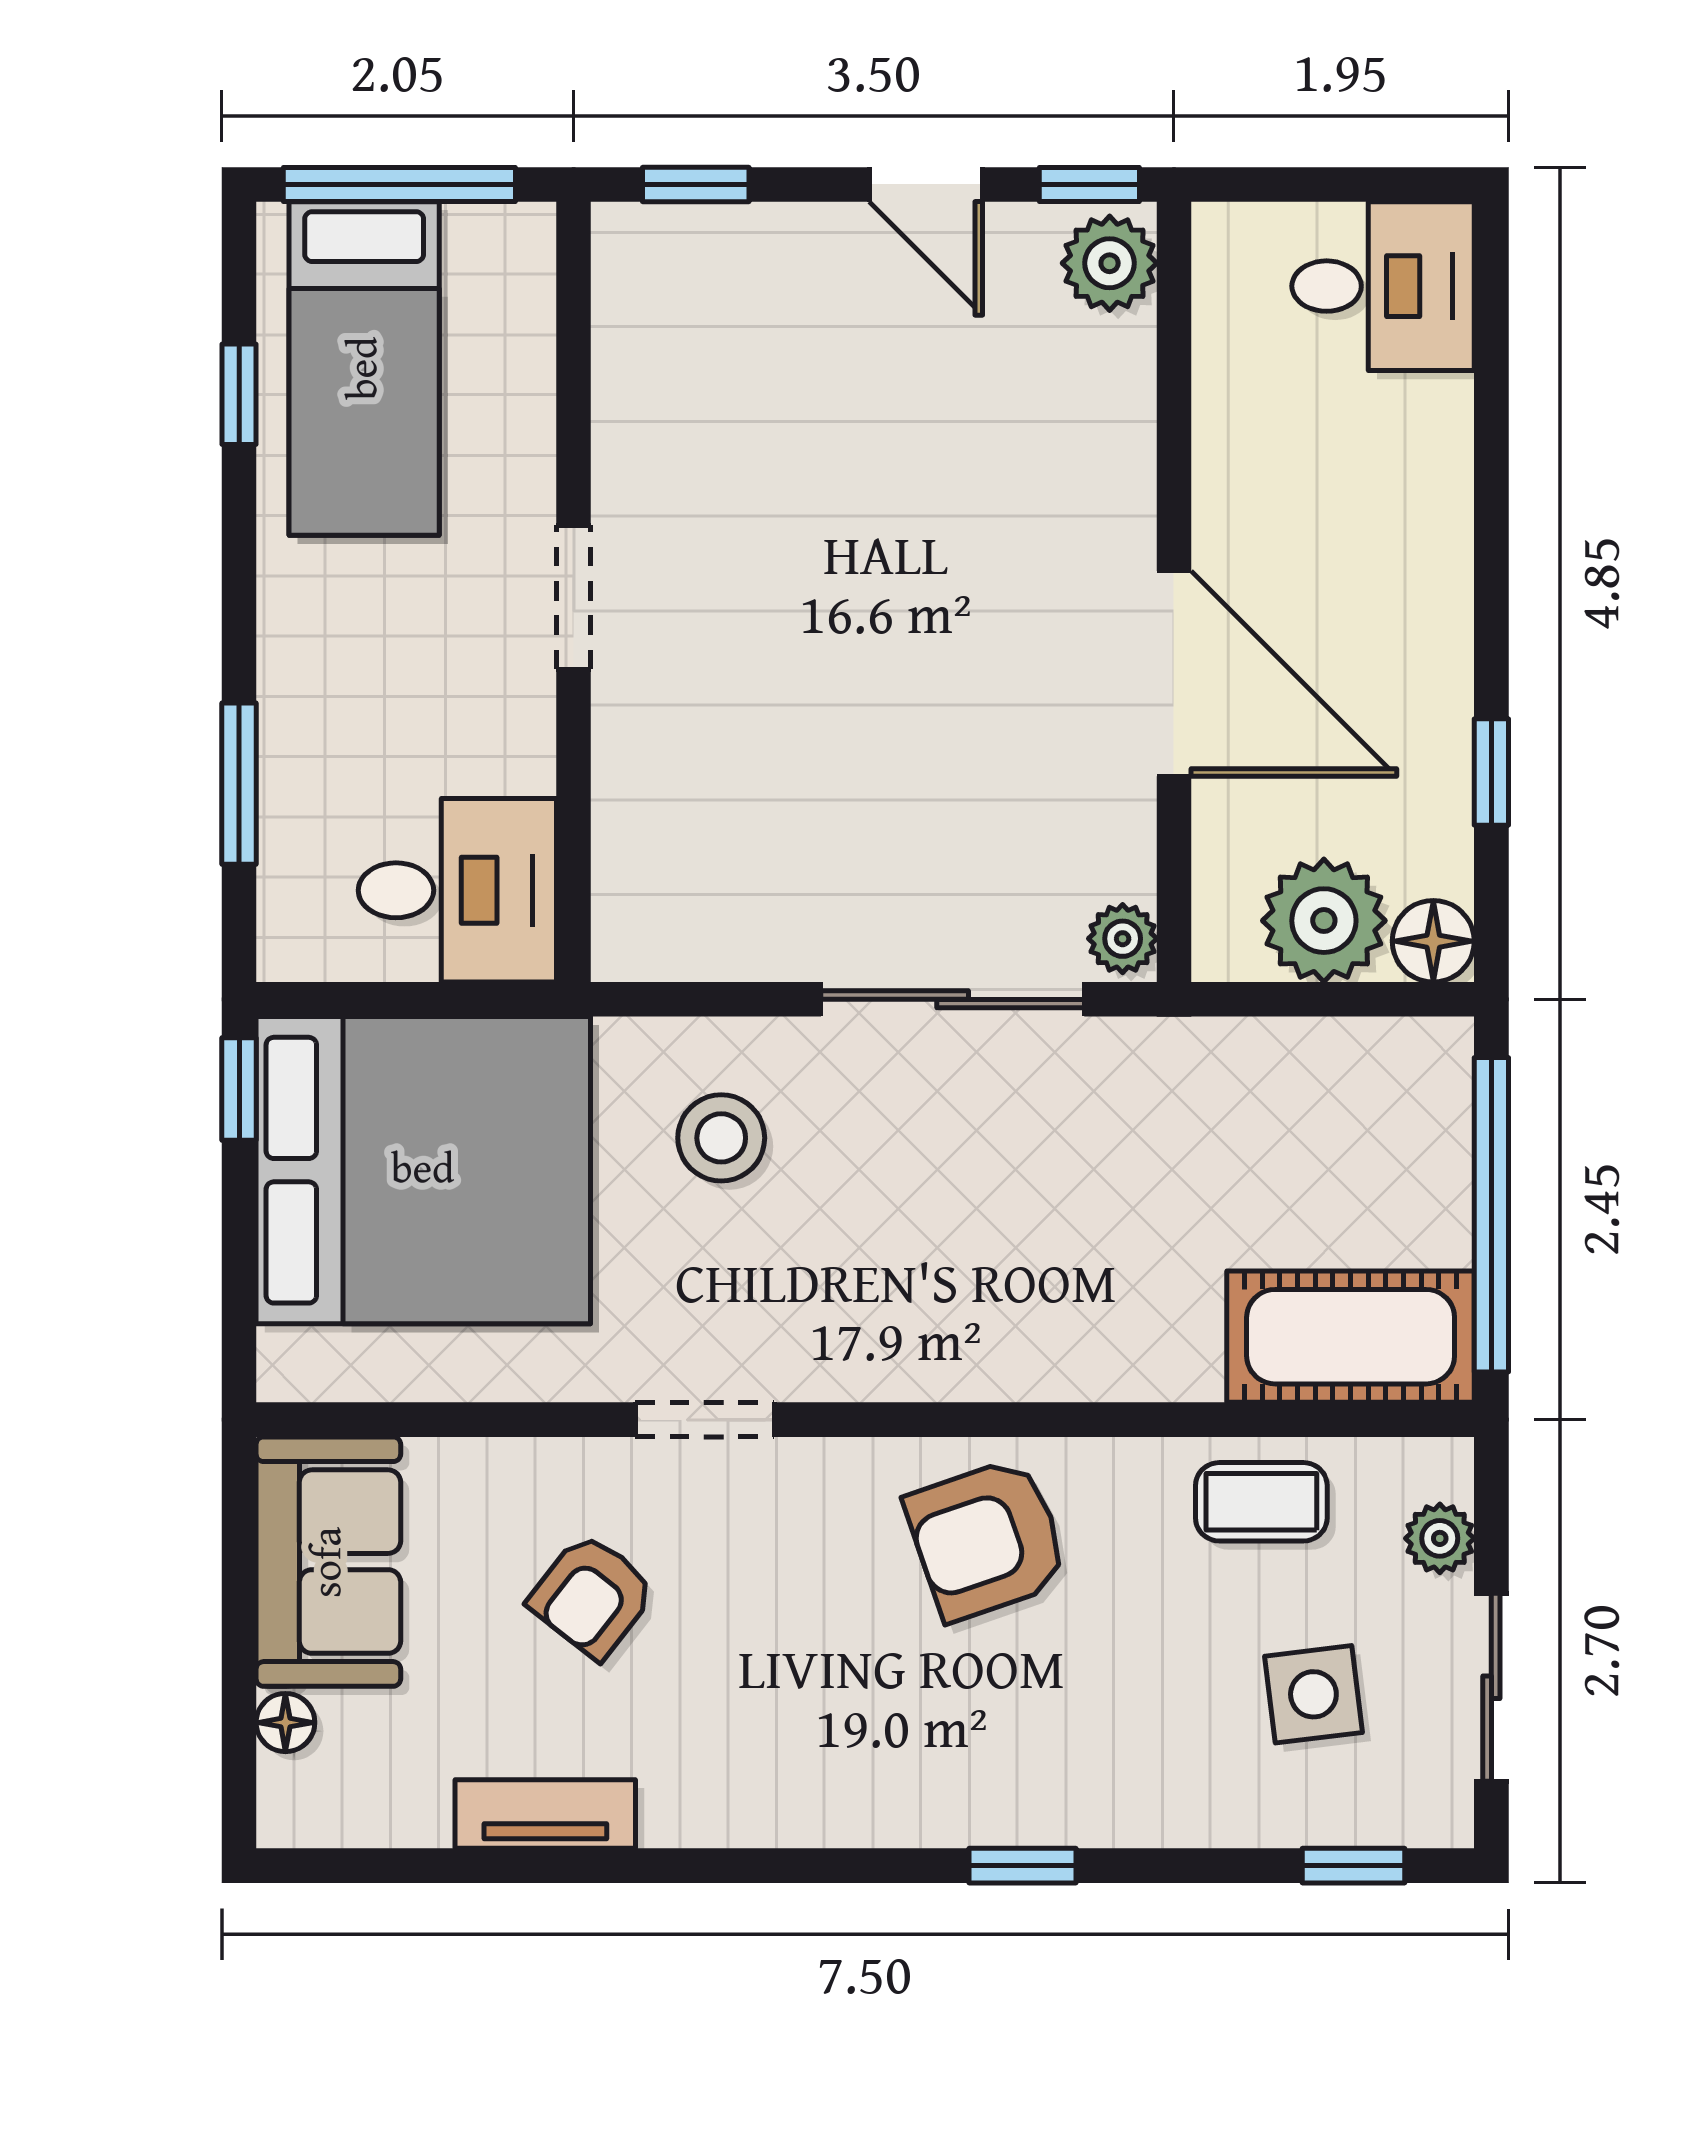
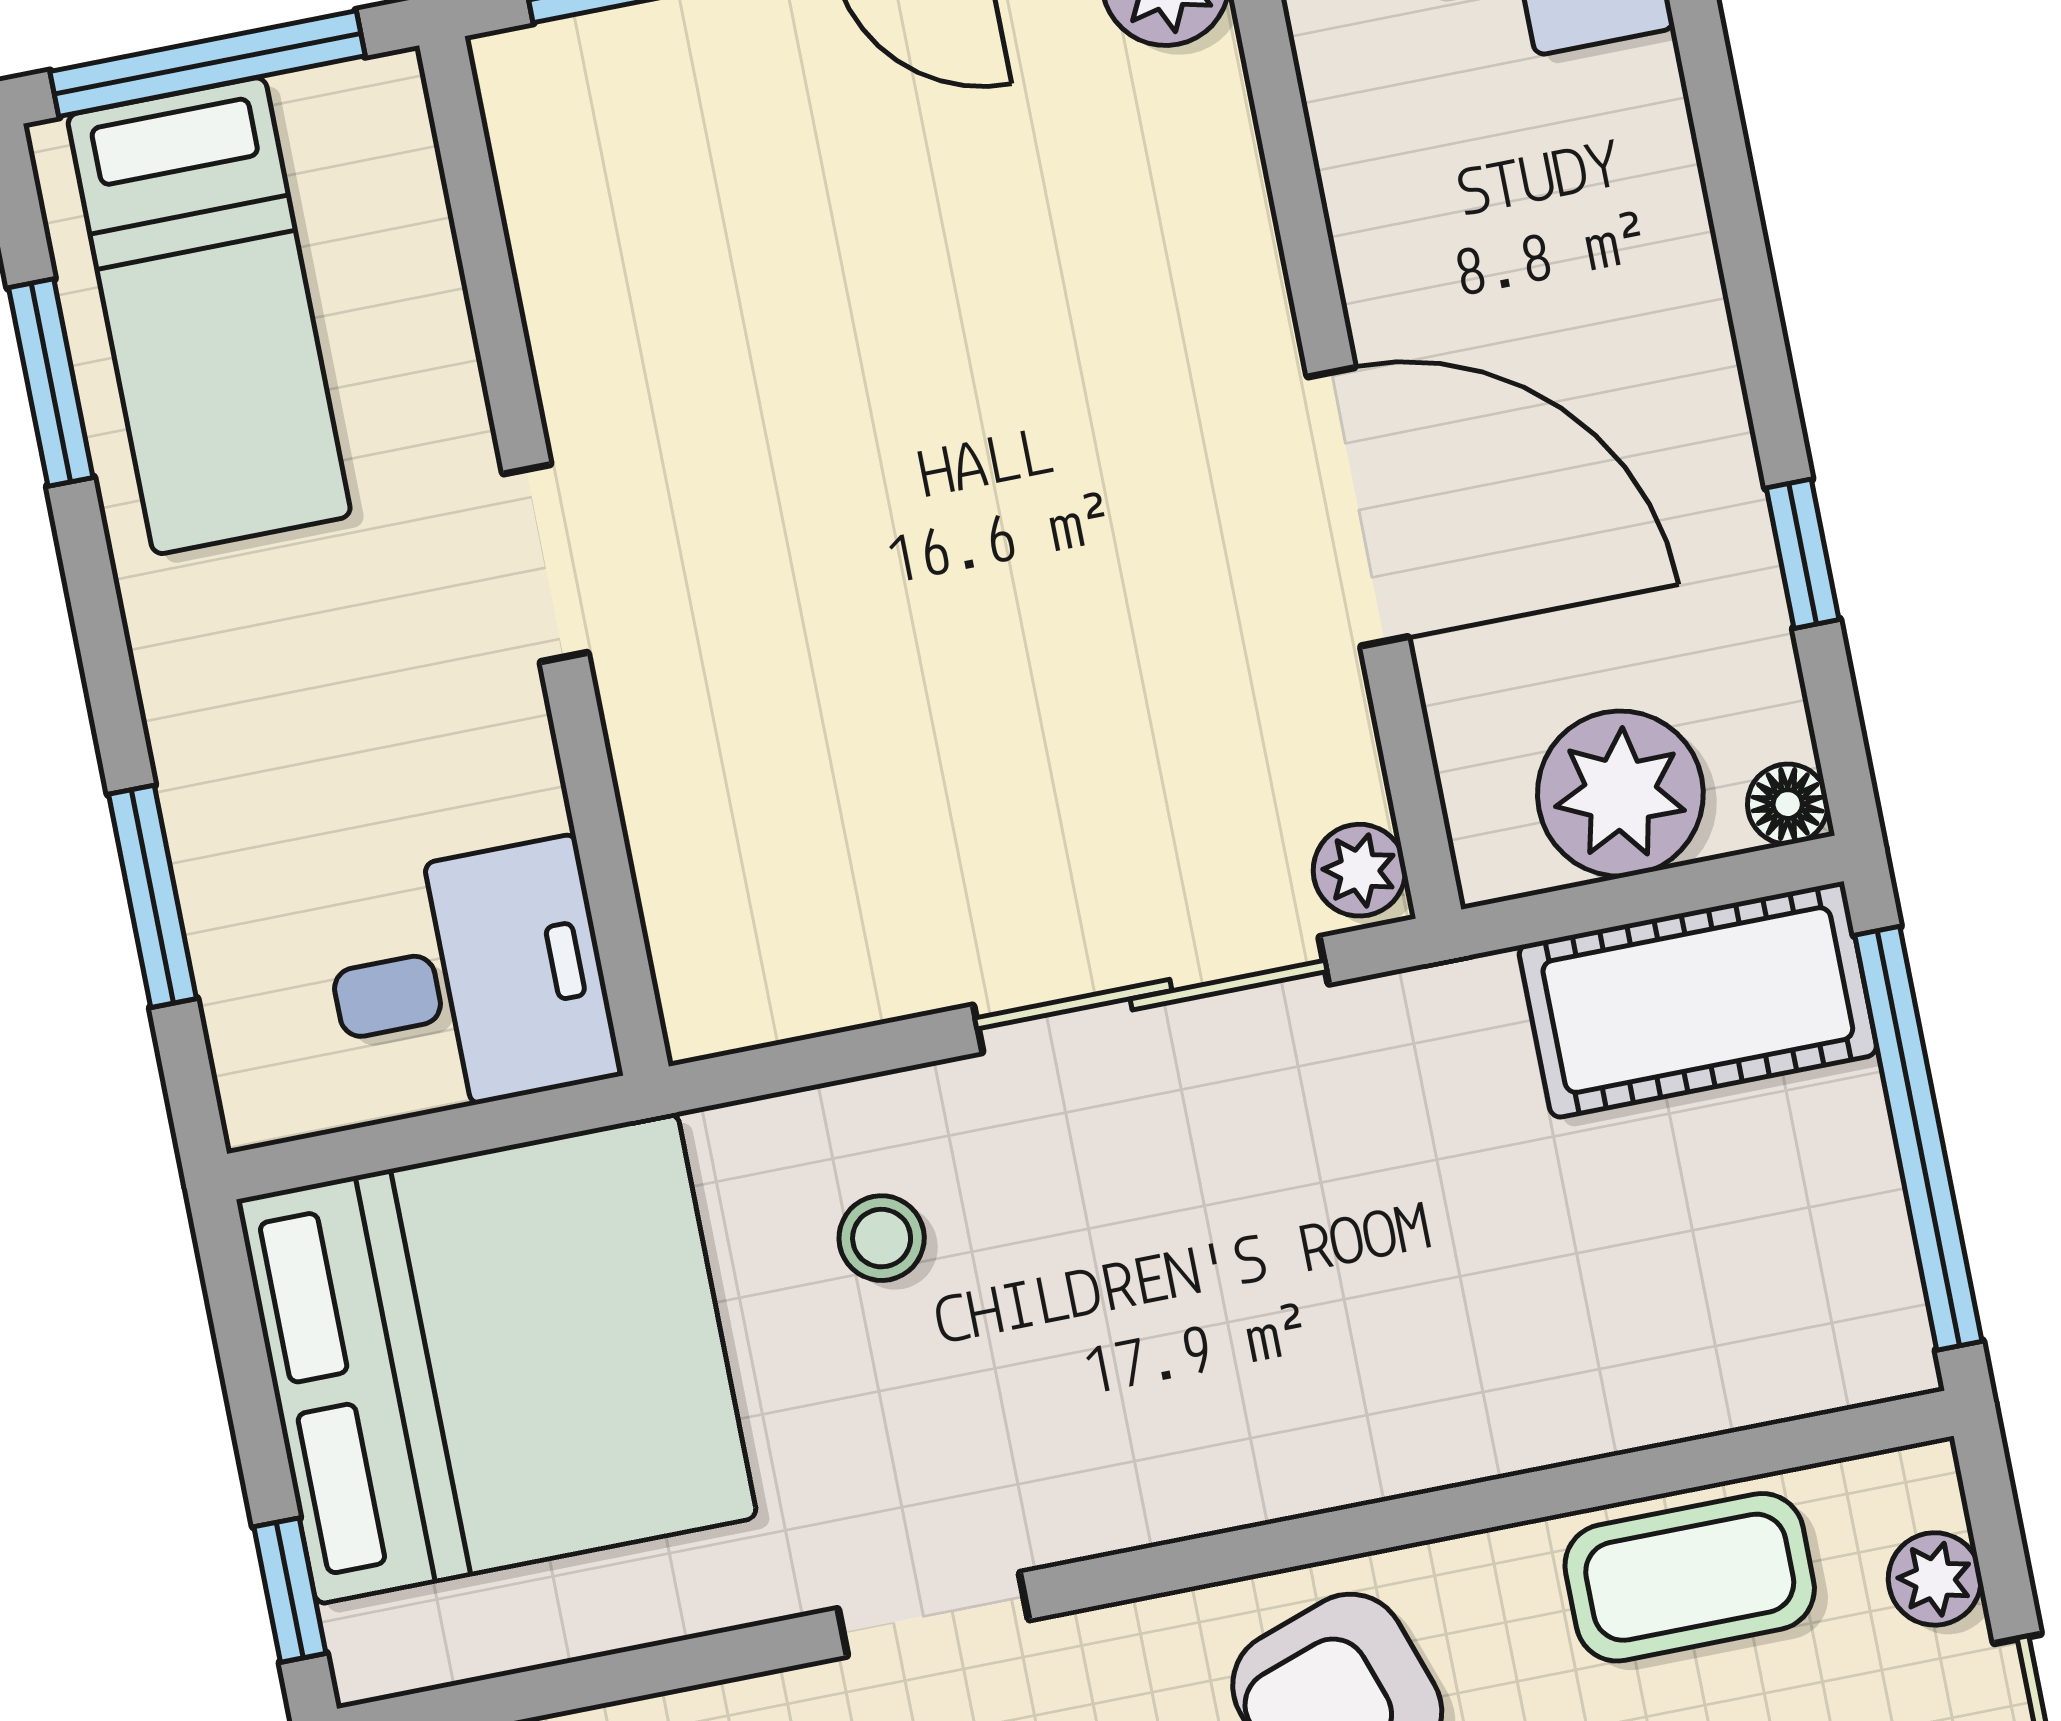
window: (239, 394) -> (51, 383), width x1.50
floor lamp: (1433, 941) -> (1788, 804), width x0.73, depth x0.73
window: (239, 1089) -> (290, 1590), moved
stool: (721, 1138) -> (882, 1238), width x0.73, depth x0.73
cot: (1351, 1337) -> (1698, 1000), moved
coffee table: (1261, 1502) -> (1690, 1577), width x1.36, depth x1.30

